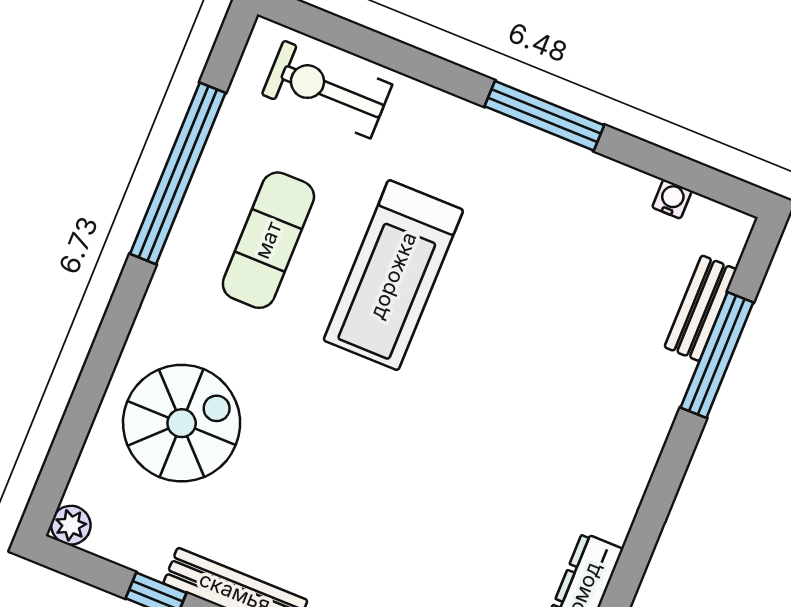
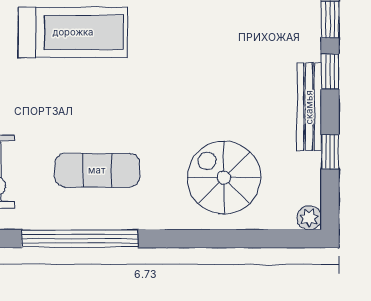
treadmill: (393, 275) -> (73, 32), moved

